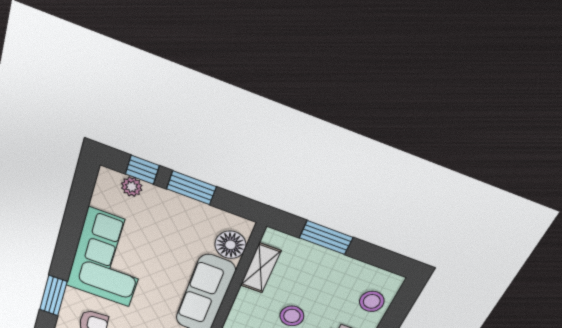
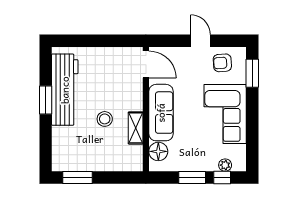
window: (326, 238) -> (78, 178), moved
shelving: (261, 268) -> (136, 128), moved
stool: (372, 301) -> (63, 148), removed

